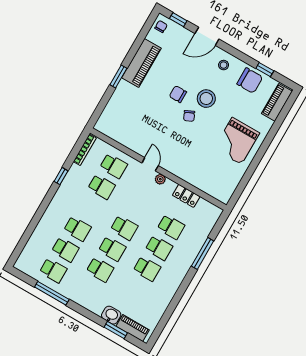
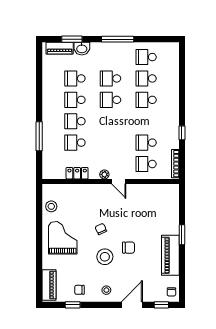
chair: (250, 81) -> (79, 290), width x0.54, depth x0.54
chair: (189, 116) -> (101, 229), moved
stool: (230, 178) -> (51, 206), added
school desk: (124, 228) -> (75, 78), moved
window: (52, 293) -> (118, 39), moved

